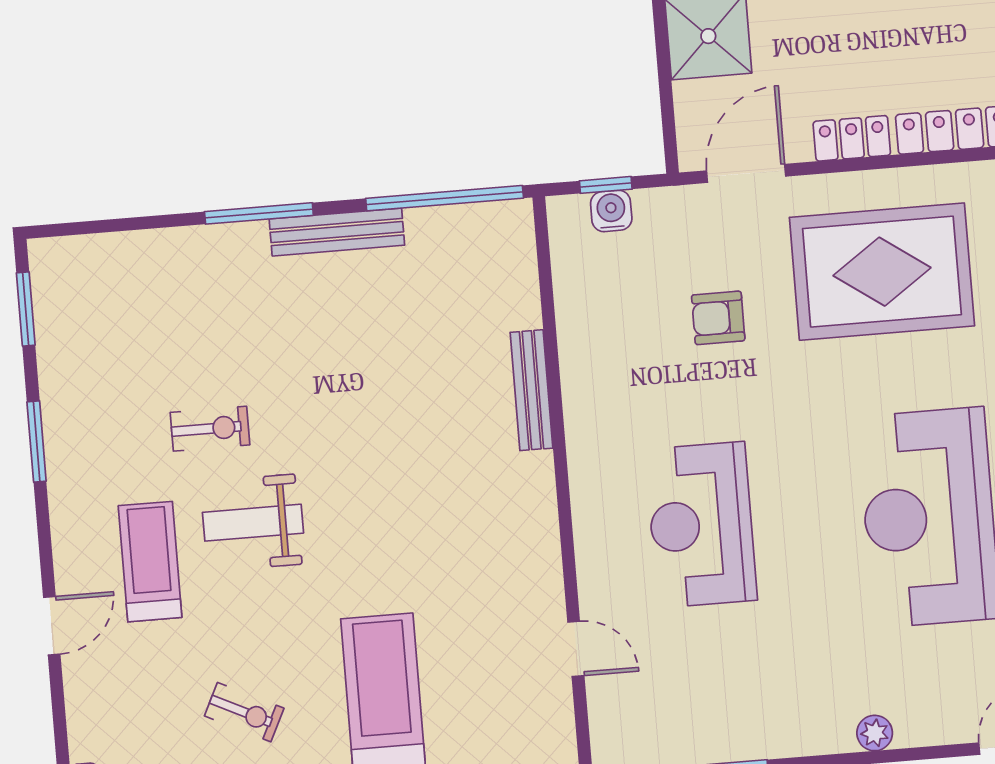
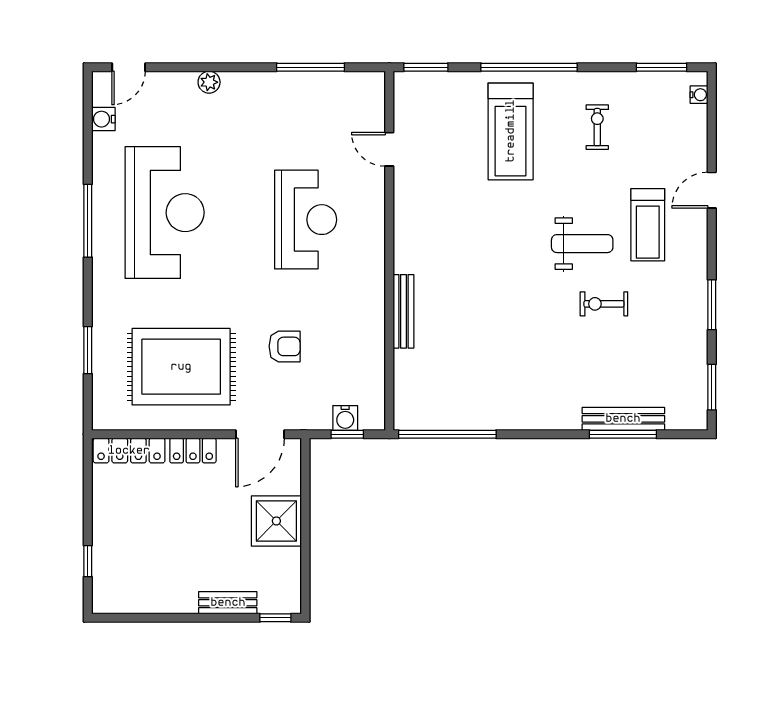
window: (259, 213) -> (623, 434), moved
bench: (337, 232) -> (623, 419), moved
exercise bike: (244, 712) -> (597, 127), turned 64

